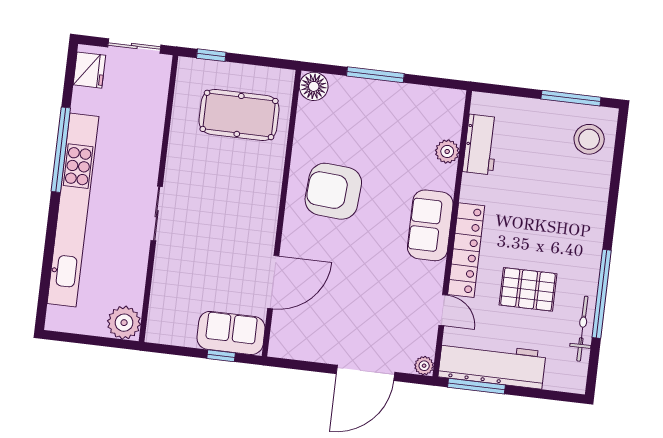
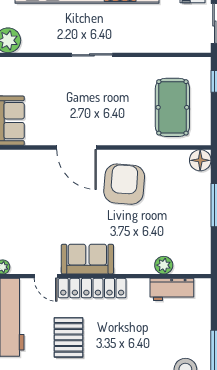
sofa: (430, 225) -> (87, 259), moved
door: (273, 282) -> (77, 148), moved
door: (443, 310) -> (46, 276), hinge flipped

